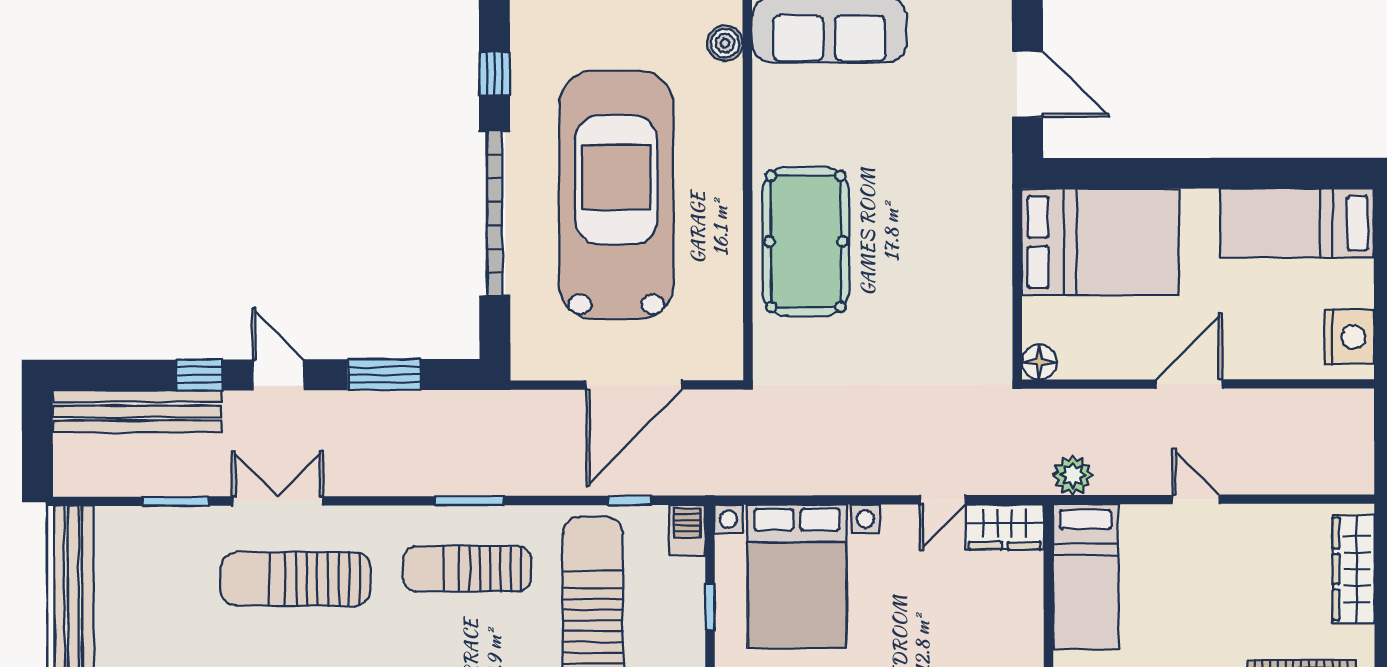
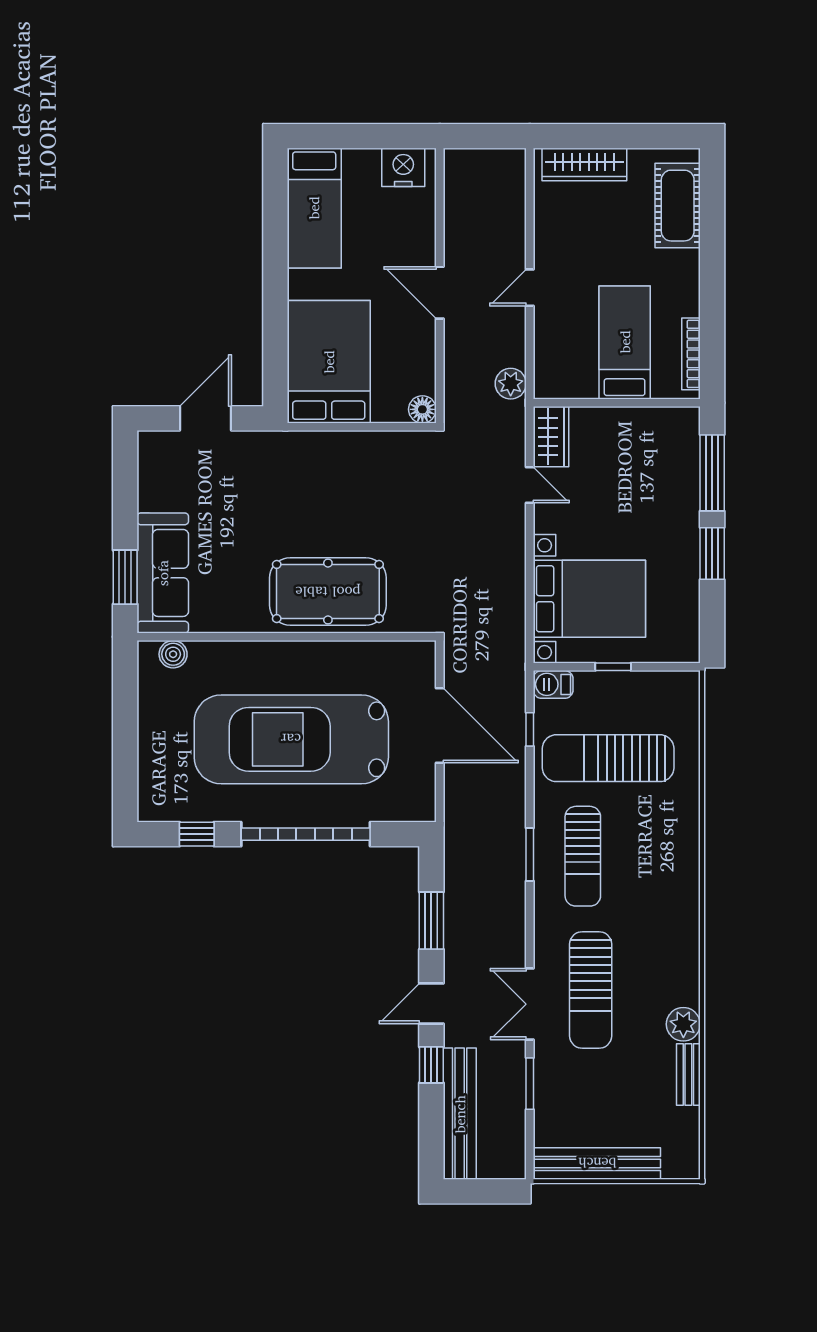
bed: (1086, 577) -> (625, 342), moved, turned -90

